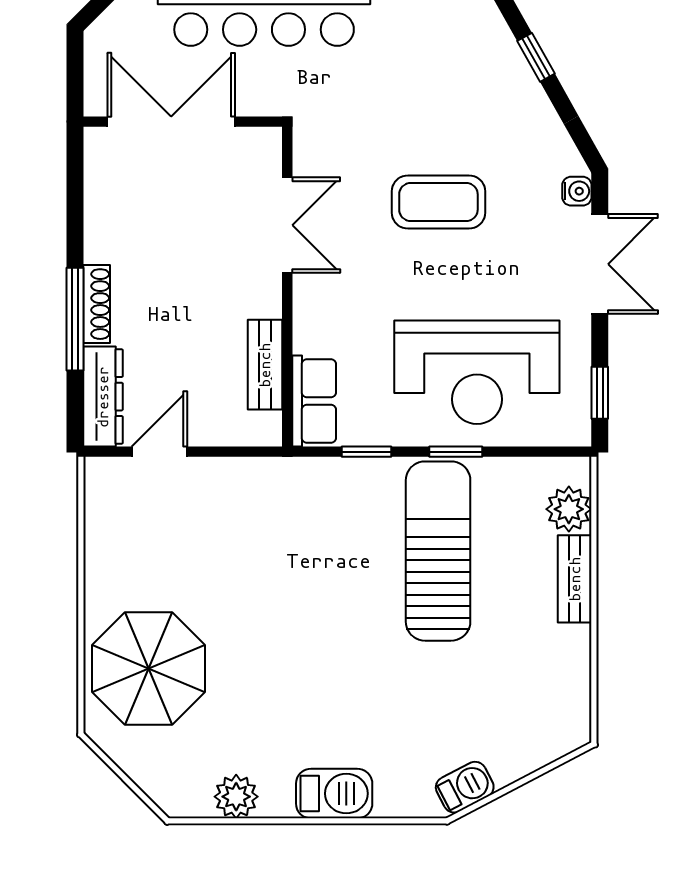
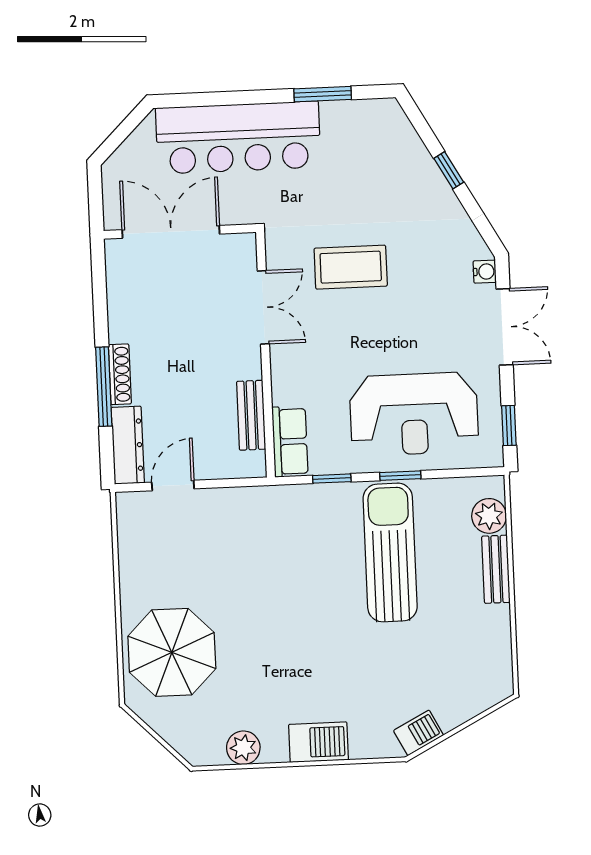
coffee table: (438, 202) -> (351, 267), moved

